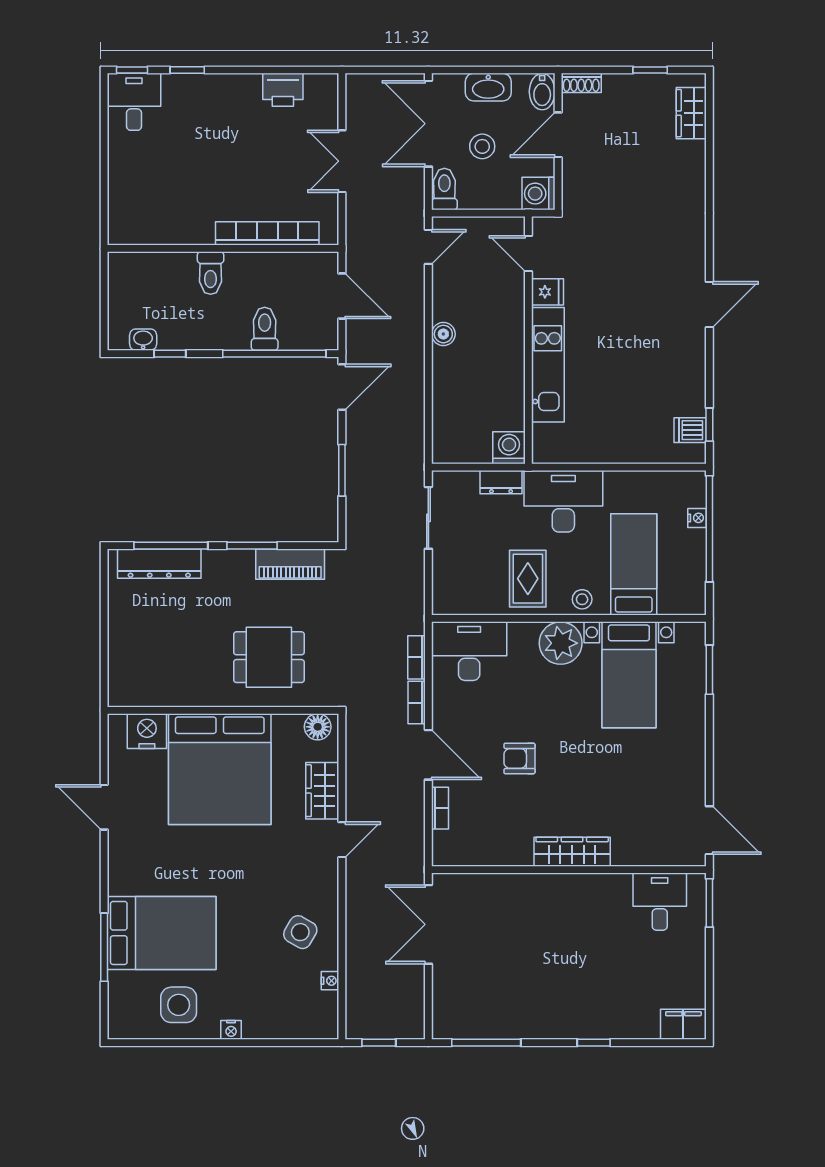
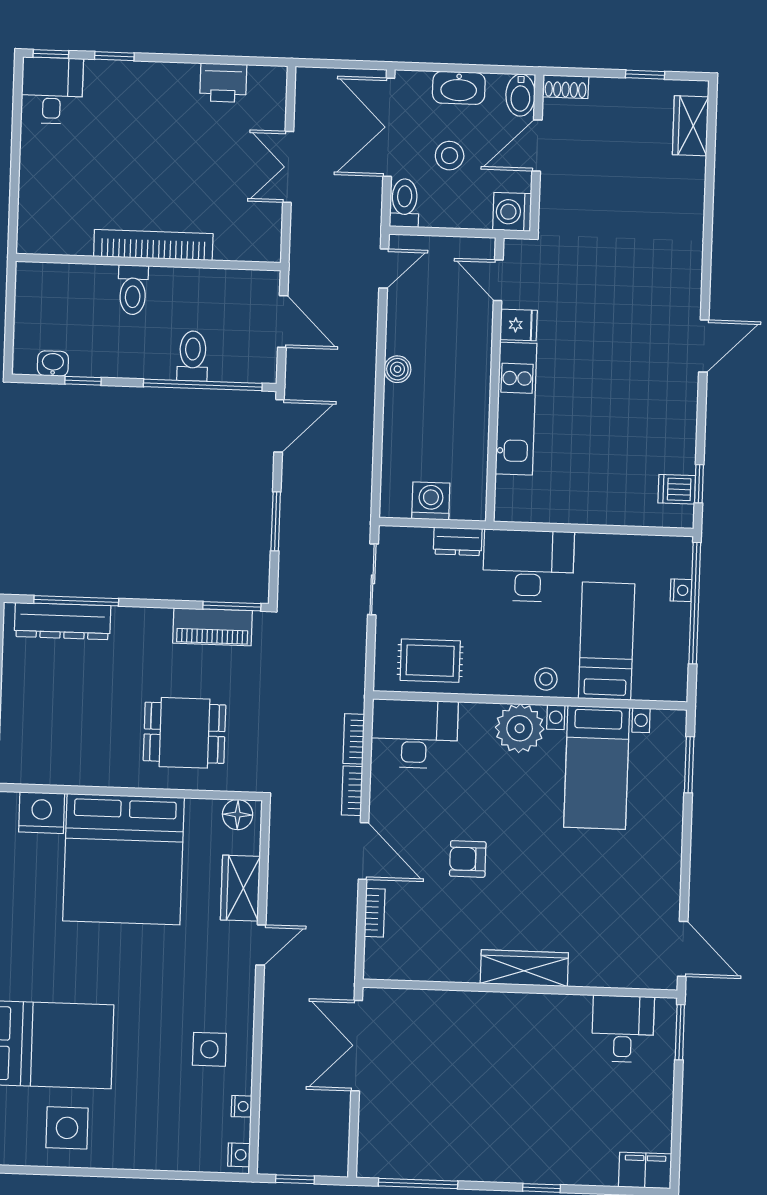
bookcase: (267, 233) -> (153, 245), moved
washing machine: (509, 448) -> (431, 501), moved
window: (252, 546) -> (232, 606), moved
rug: (528, 579) -> (430, 661), moved, turned 90
side table: (300, 932) -> (209, 1049), turned -30
nightstand: (231, 1030) -> (239, 1155), moved, turned -90

